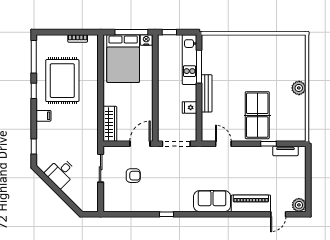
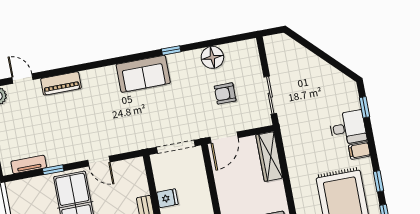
door: (223, 144) -> (99, 161), moved
desk: (61, 173) -> (348, 128), moved, turned 45
sofa: (212, 201) -> (143, 74), moved
piano: (251, 203) -> (61, 83), width x0.73, depth x0.75
floor lamp: (137, 204) -> (212, 57), added
door: (278, 214) -> (22, 79), hinge flipped

